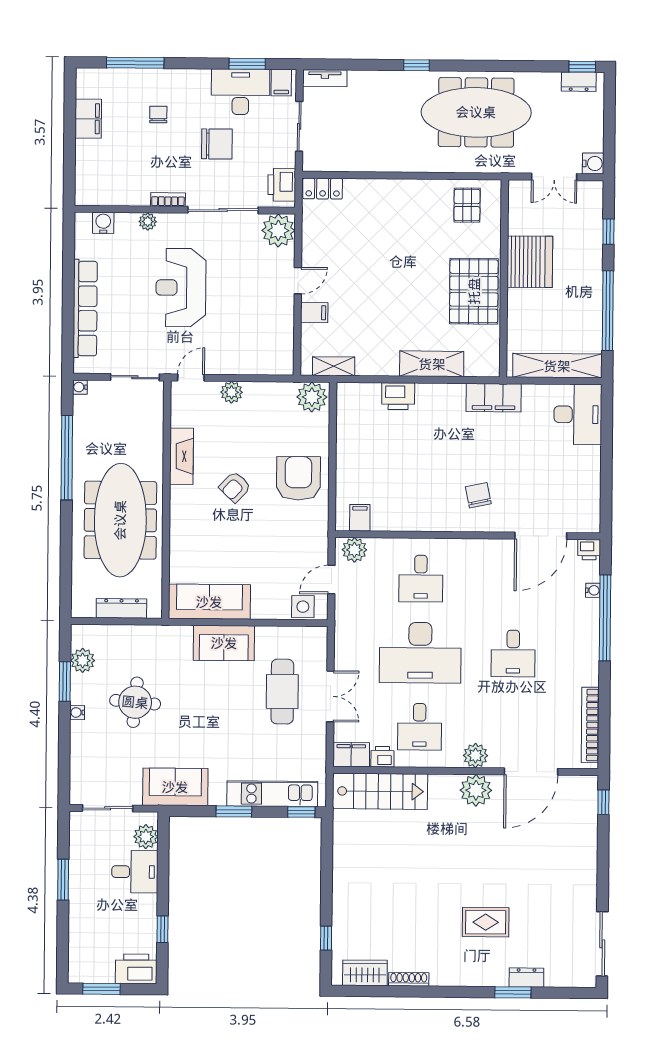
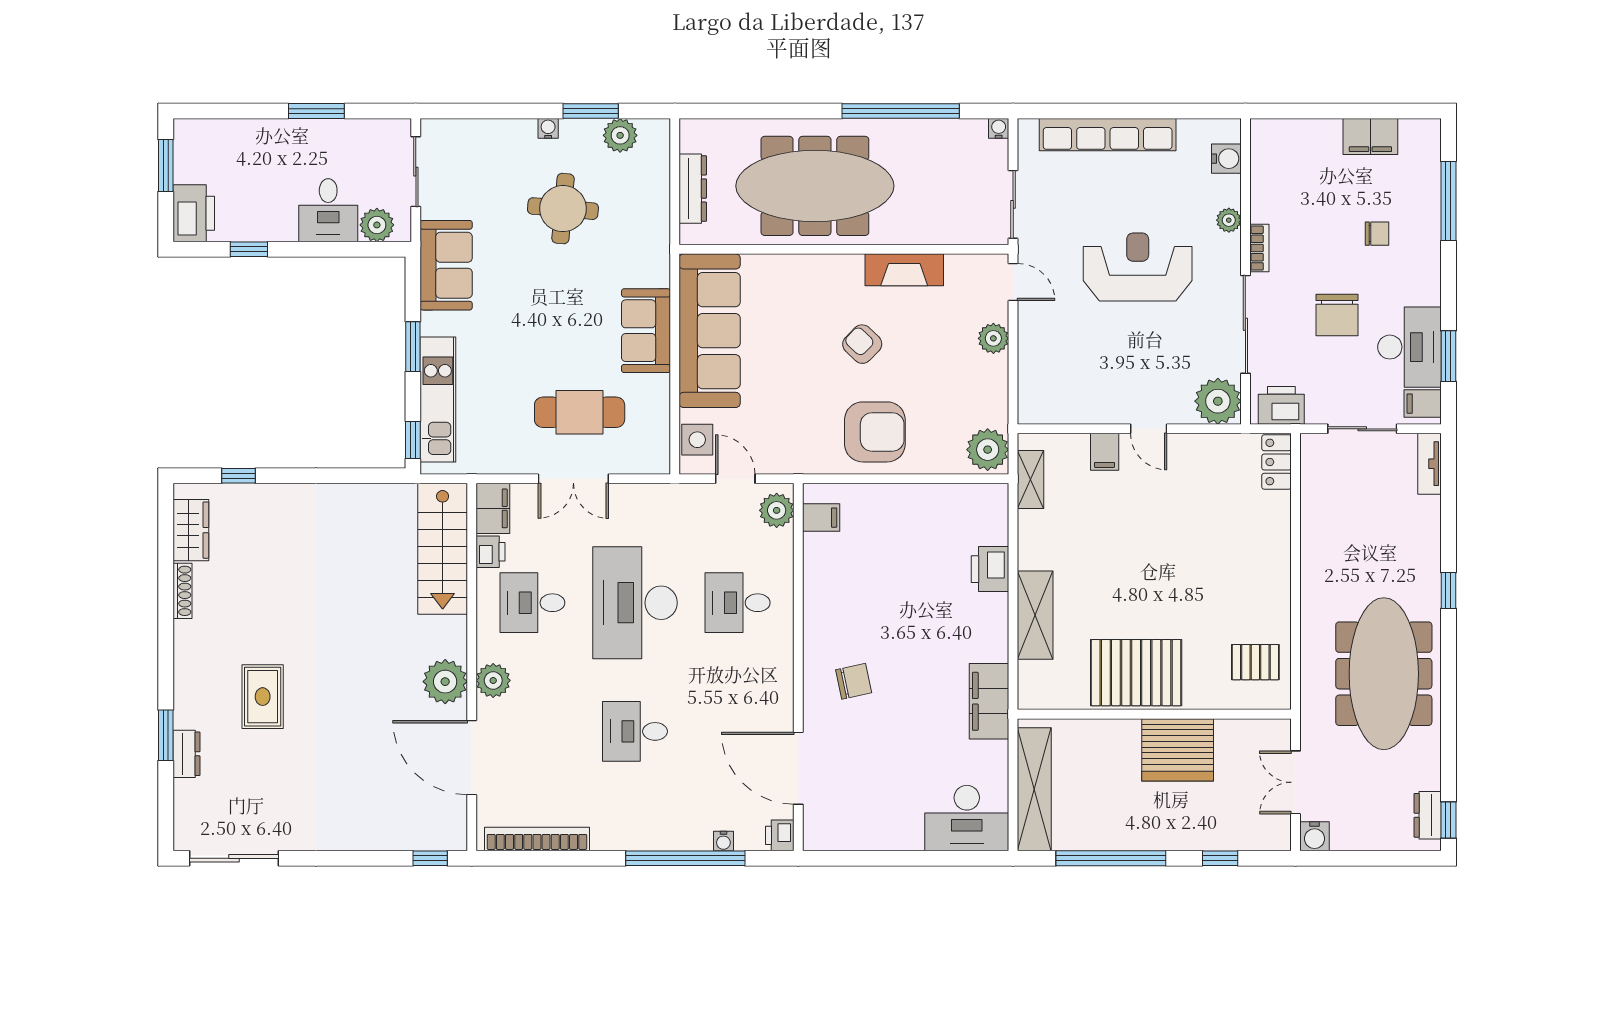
sofa: (209, 602) -> (710, 331), width x1.36, depth x1.27

